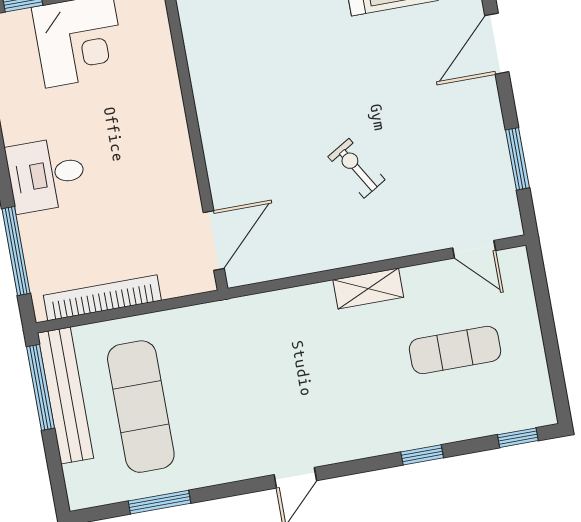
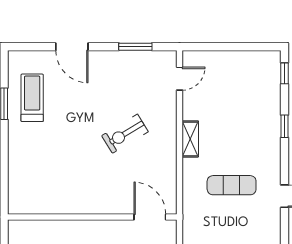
exercise bike: (356, 168) -> (125, 134), width x1.38, depth x1.39
exercise mat: (455, 350) -> (232, 185), moved, turned 90

